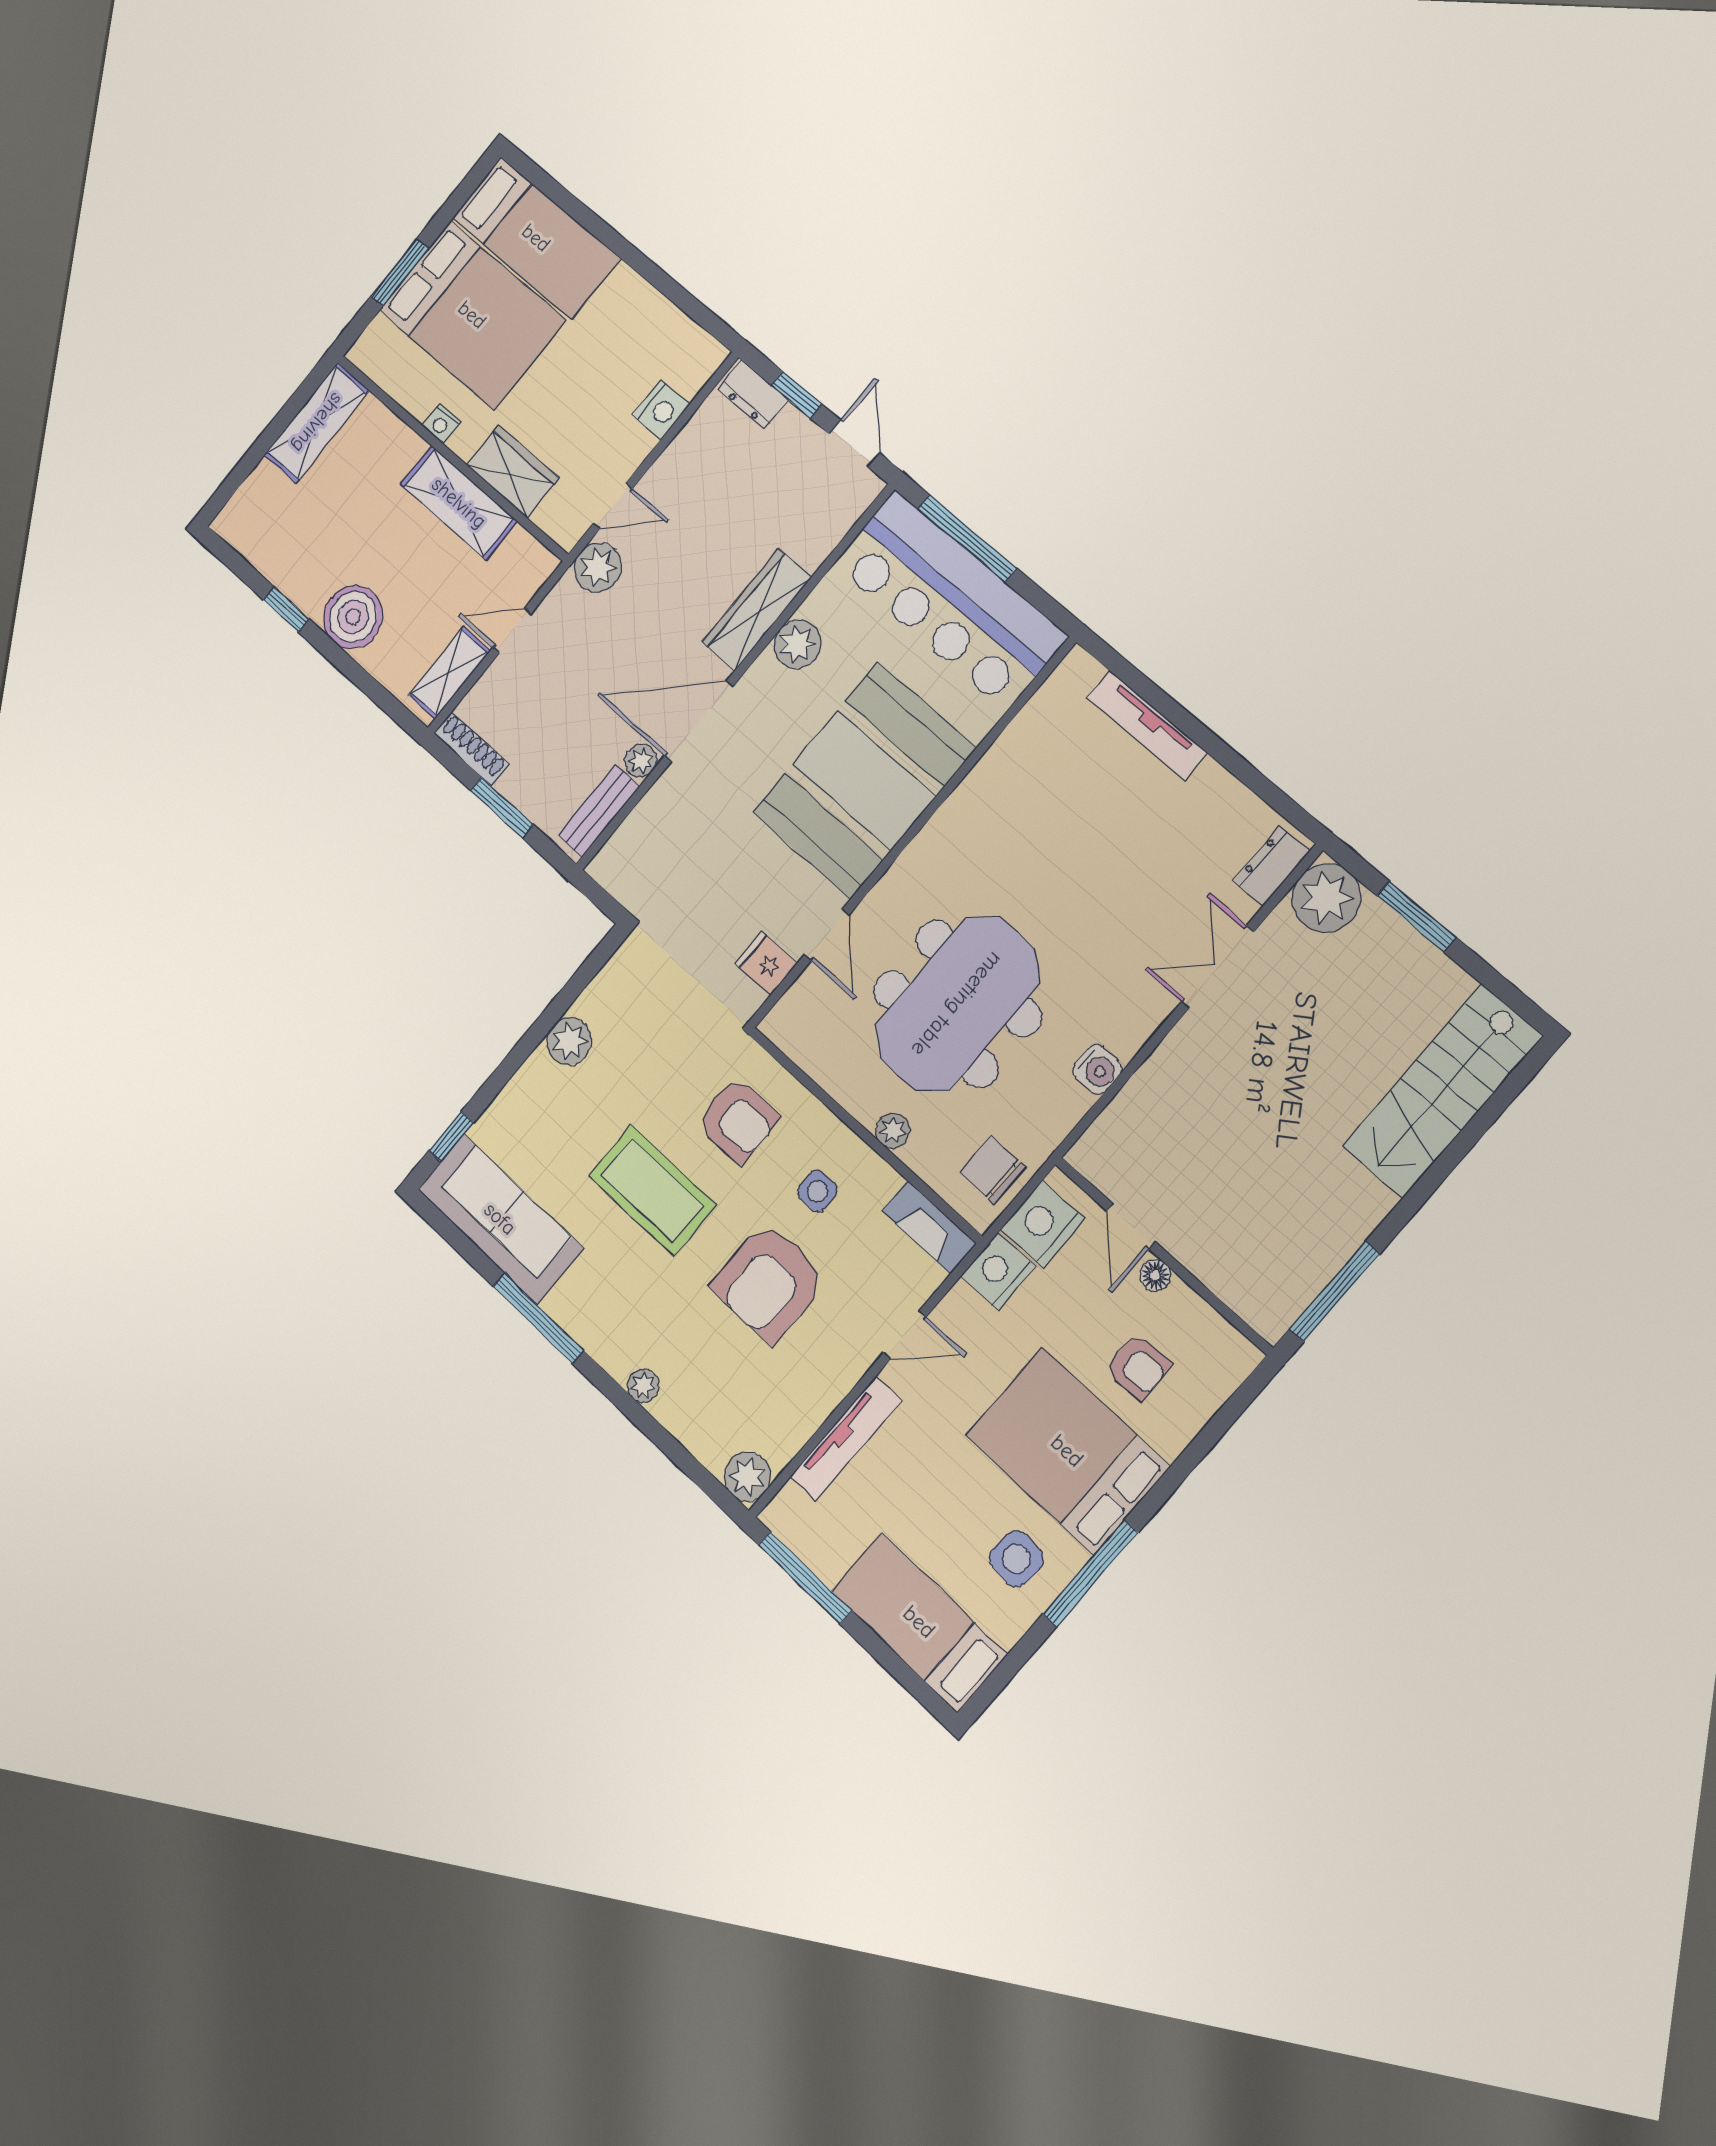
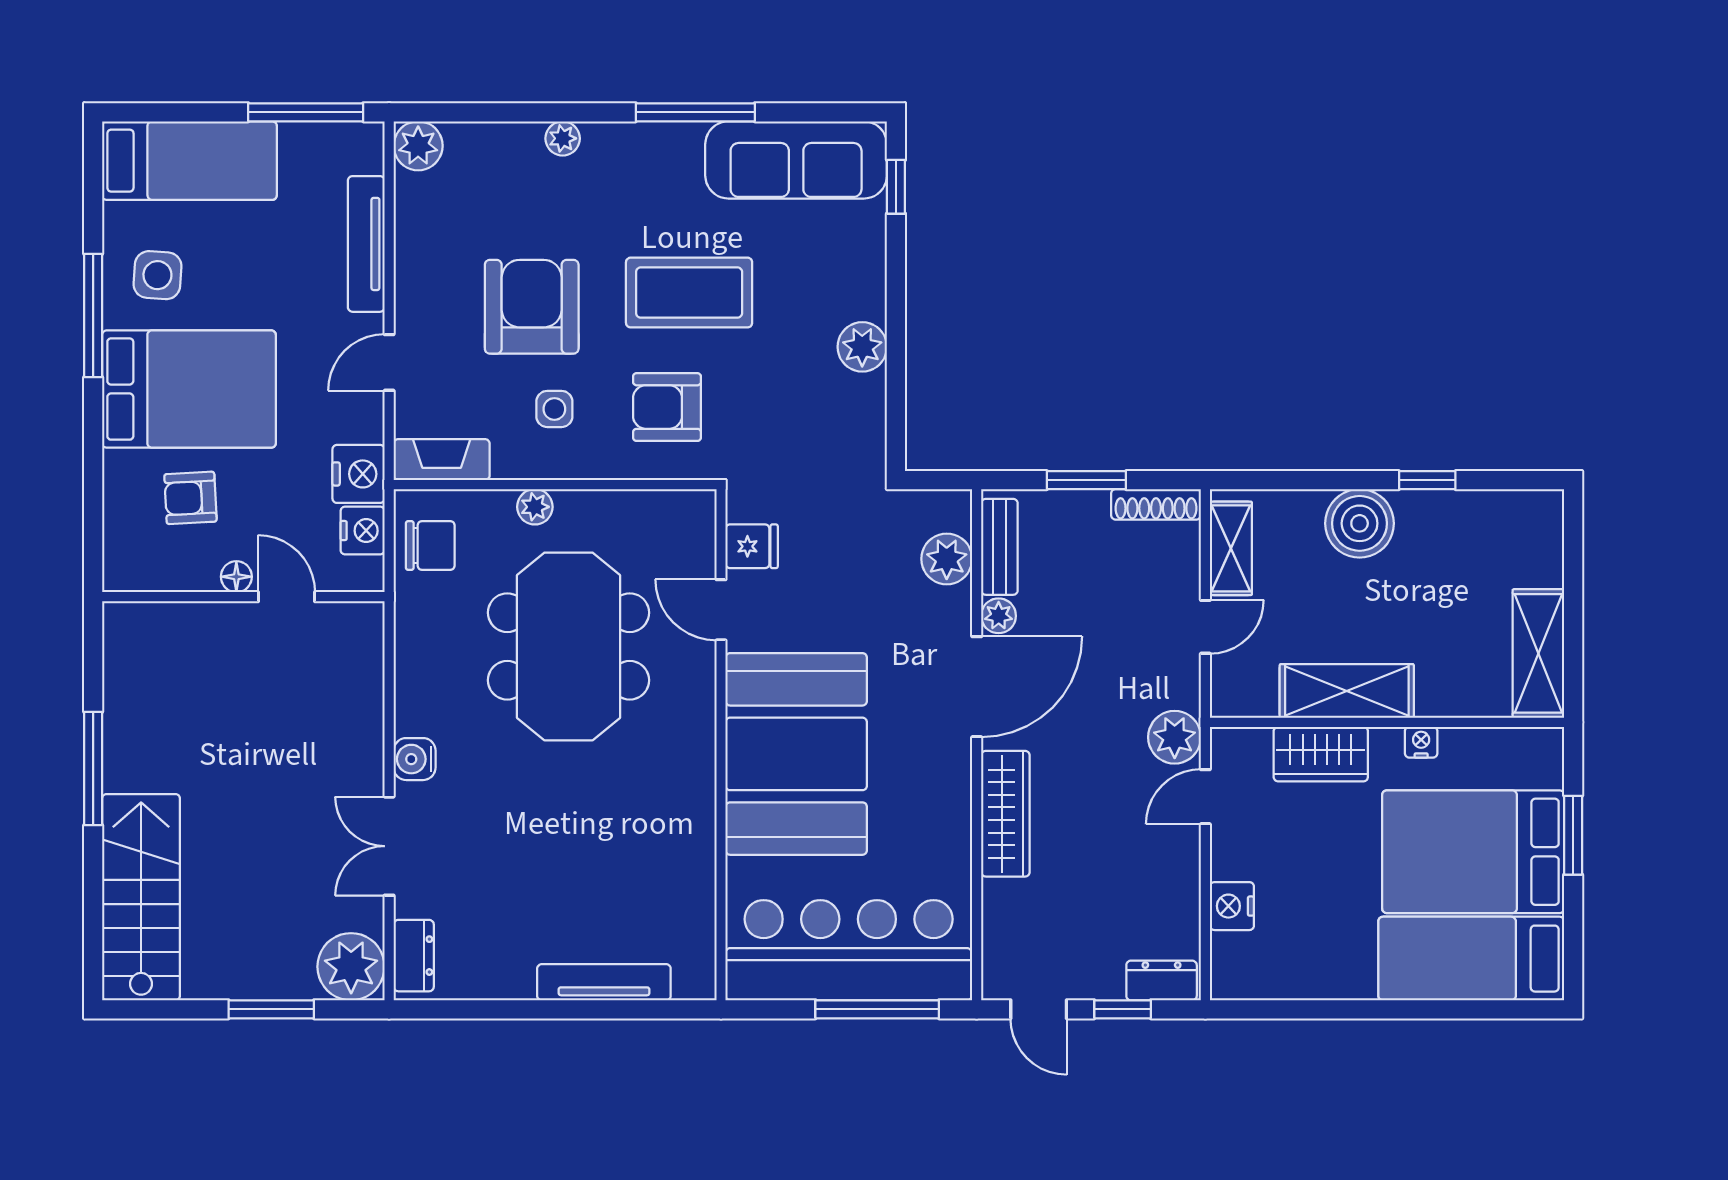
plant: (797, 644) -> (947, 559), moved
double door: (1218, 967) -> (389, 846), swing flipped
water cooler: (1097, 1069) -> (415, 759), moved
nightstand: (1043, 1224) -> (363, 531), width x0.74, depth x0.75
window: (1334, 1292) -> (93, 768), moved

